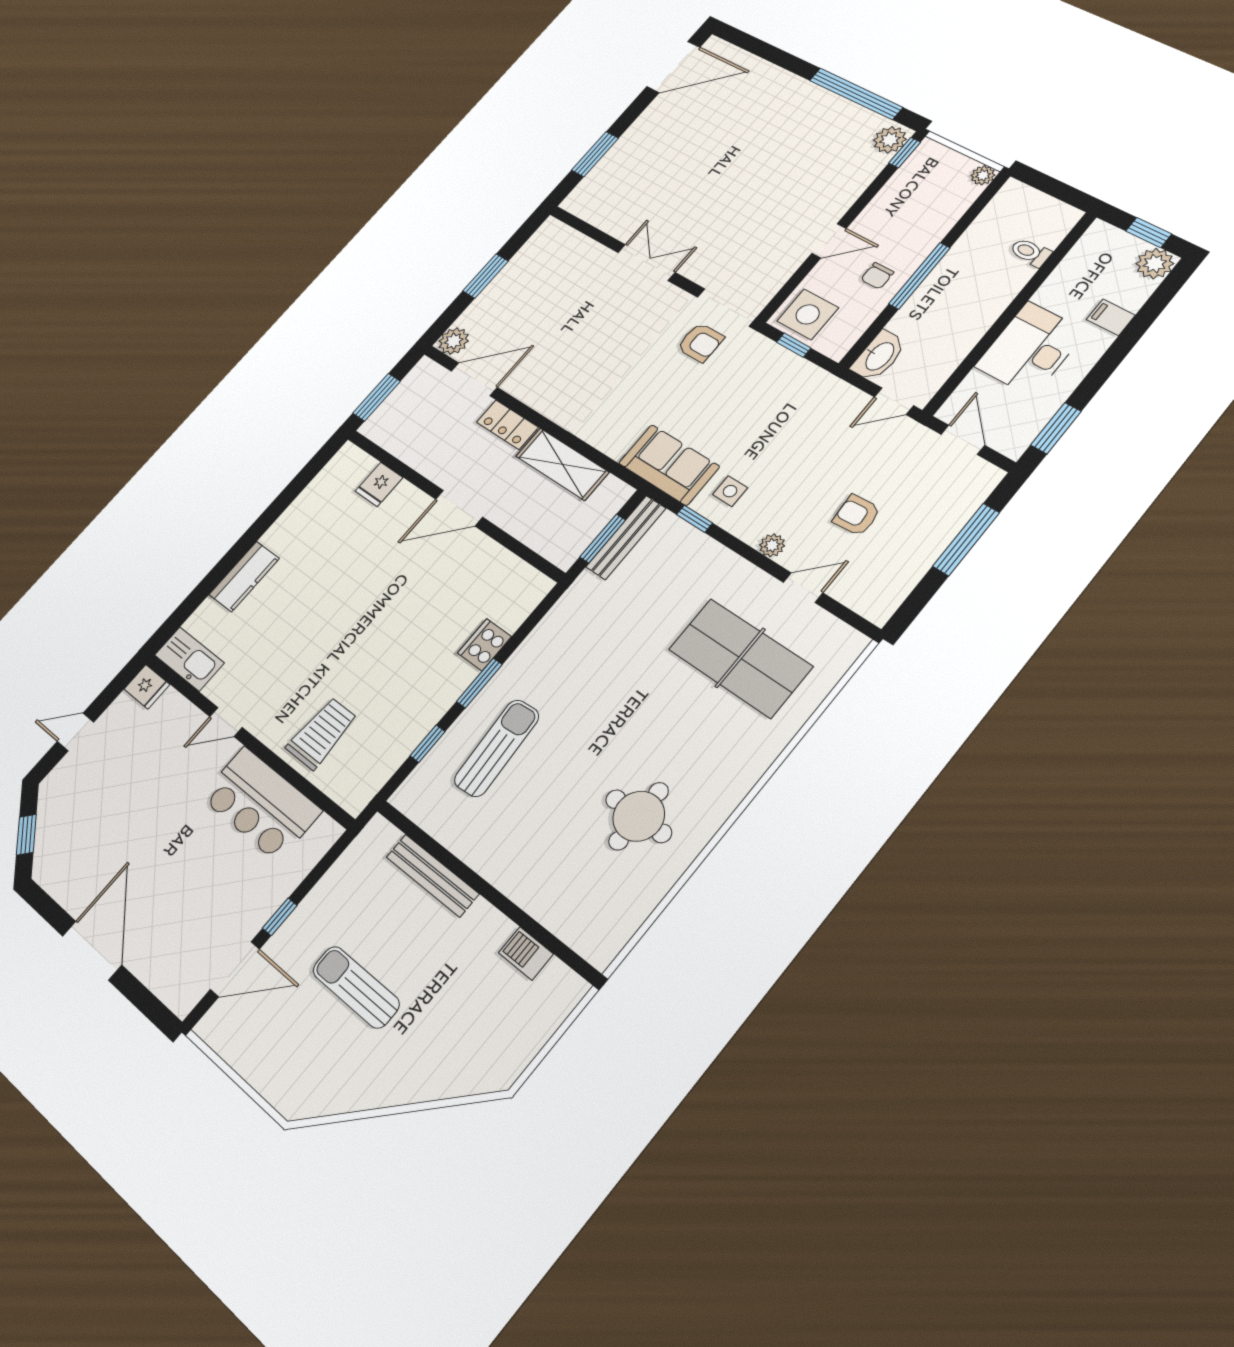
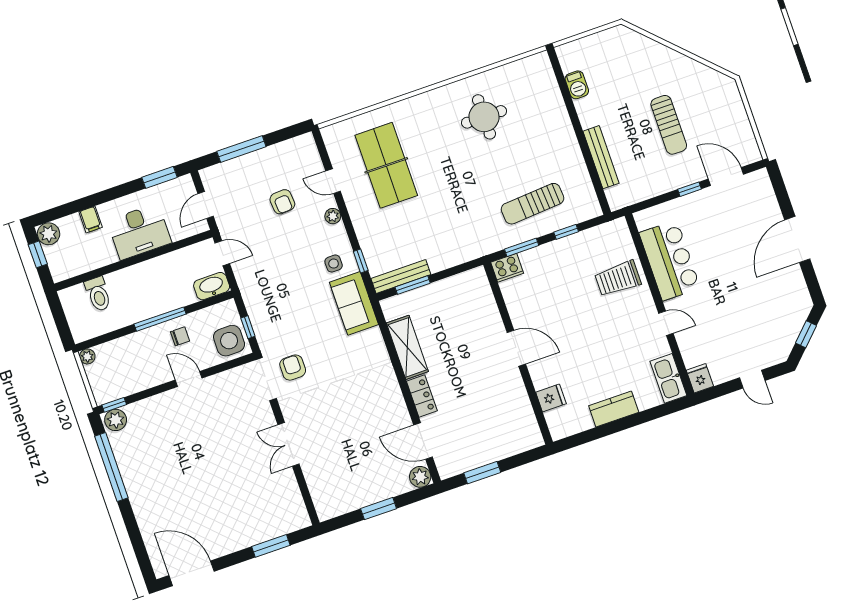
toilet: (1030, 252) -> (98, 294), width x1.37, depth x1.39
fridge: (379, 484) -> (551, 398), moved
wall: (453, 504) -> (518, 353), moved
door: (459, 508) -> (516, 348), moved

